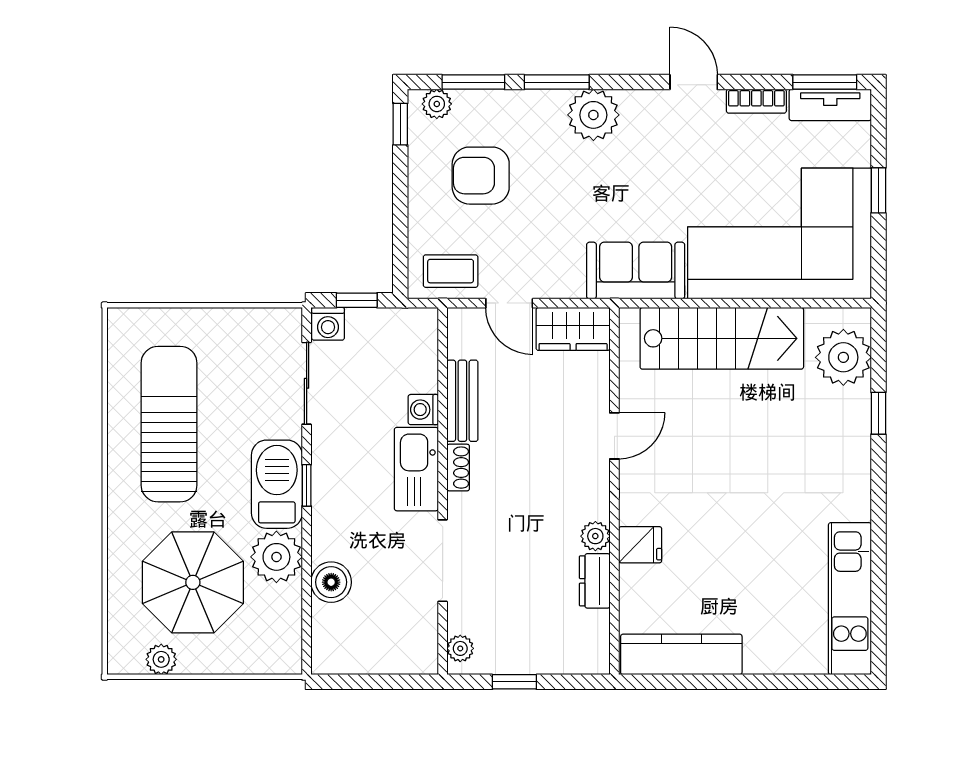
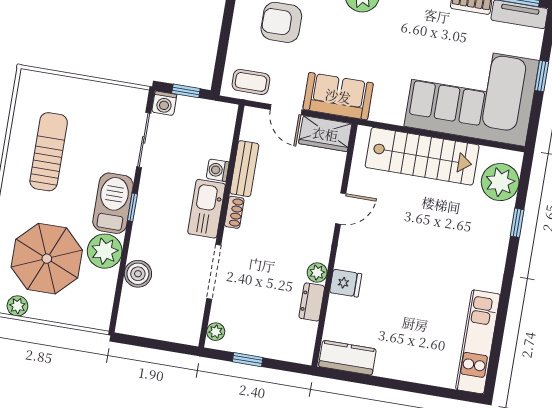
sofa: (636, 271) -> (338, 96), moved
sun lounger: (169, 424) -> (49, 152), width x0.73, depth x0.75
kitchen counter: (681, 654) -> (347, 358), width x0.67

